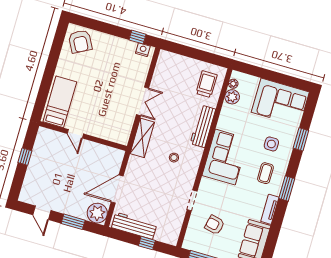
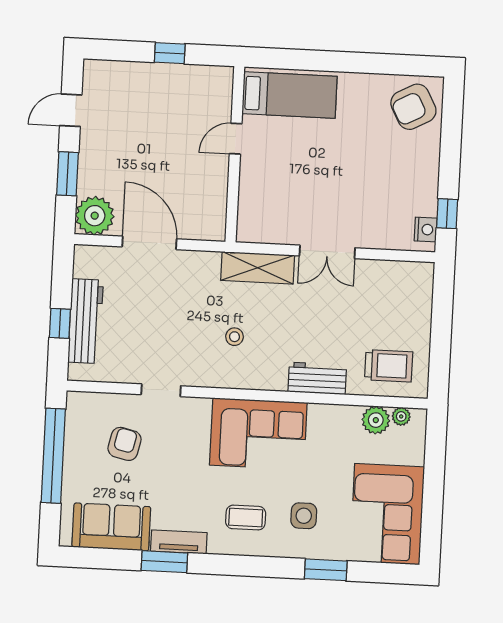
workbench: (203, 126) -> (317, 378), width x0.73
window: (287, 188) -> (164, 562), moved
workbench: (134, 226) -> (86, 321), moved

